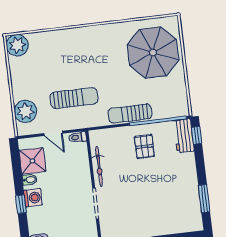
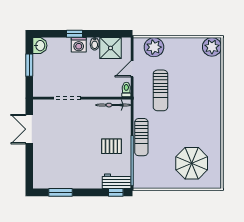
parasol: (153, 53) -> (192, 163), width x0.73, depth x0.73
sun lounger: (130, 114) -> (141, 137), turned 180
bicycle: (99, 166) -> (113, 105), moved

